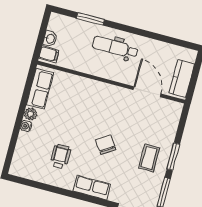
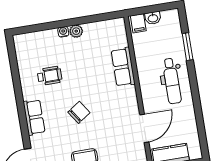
dental chair: (115, 47) -> (172, 81), turned 180
row of seats: (40, 89) -> (123, 67), moved, turned 90

